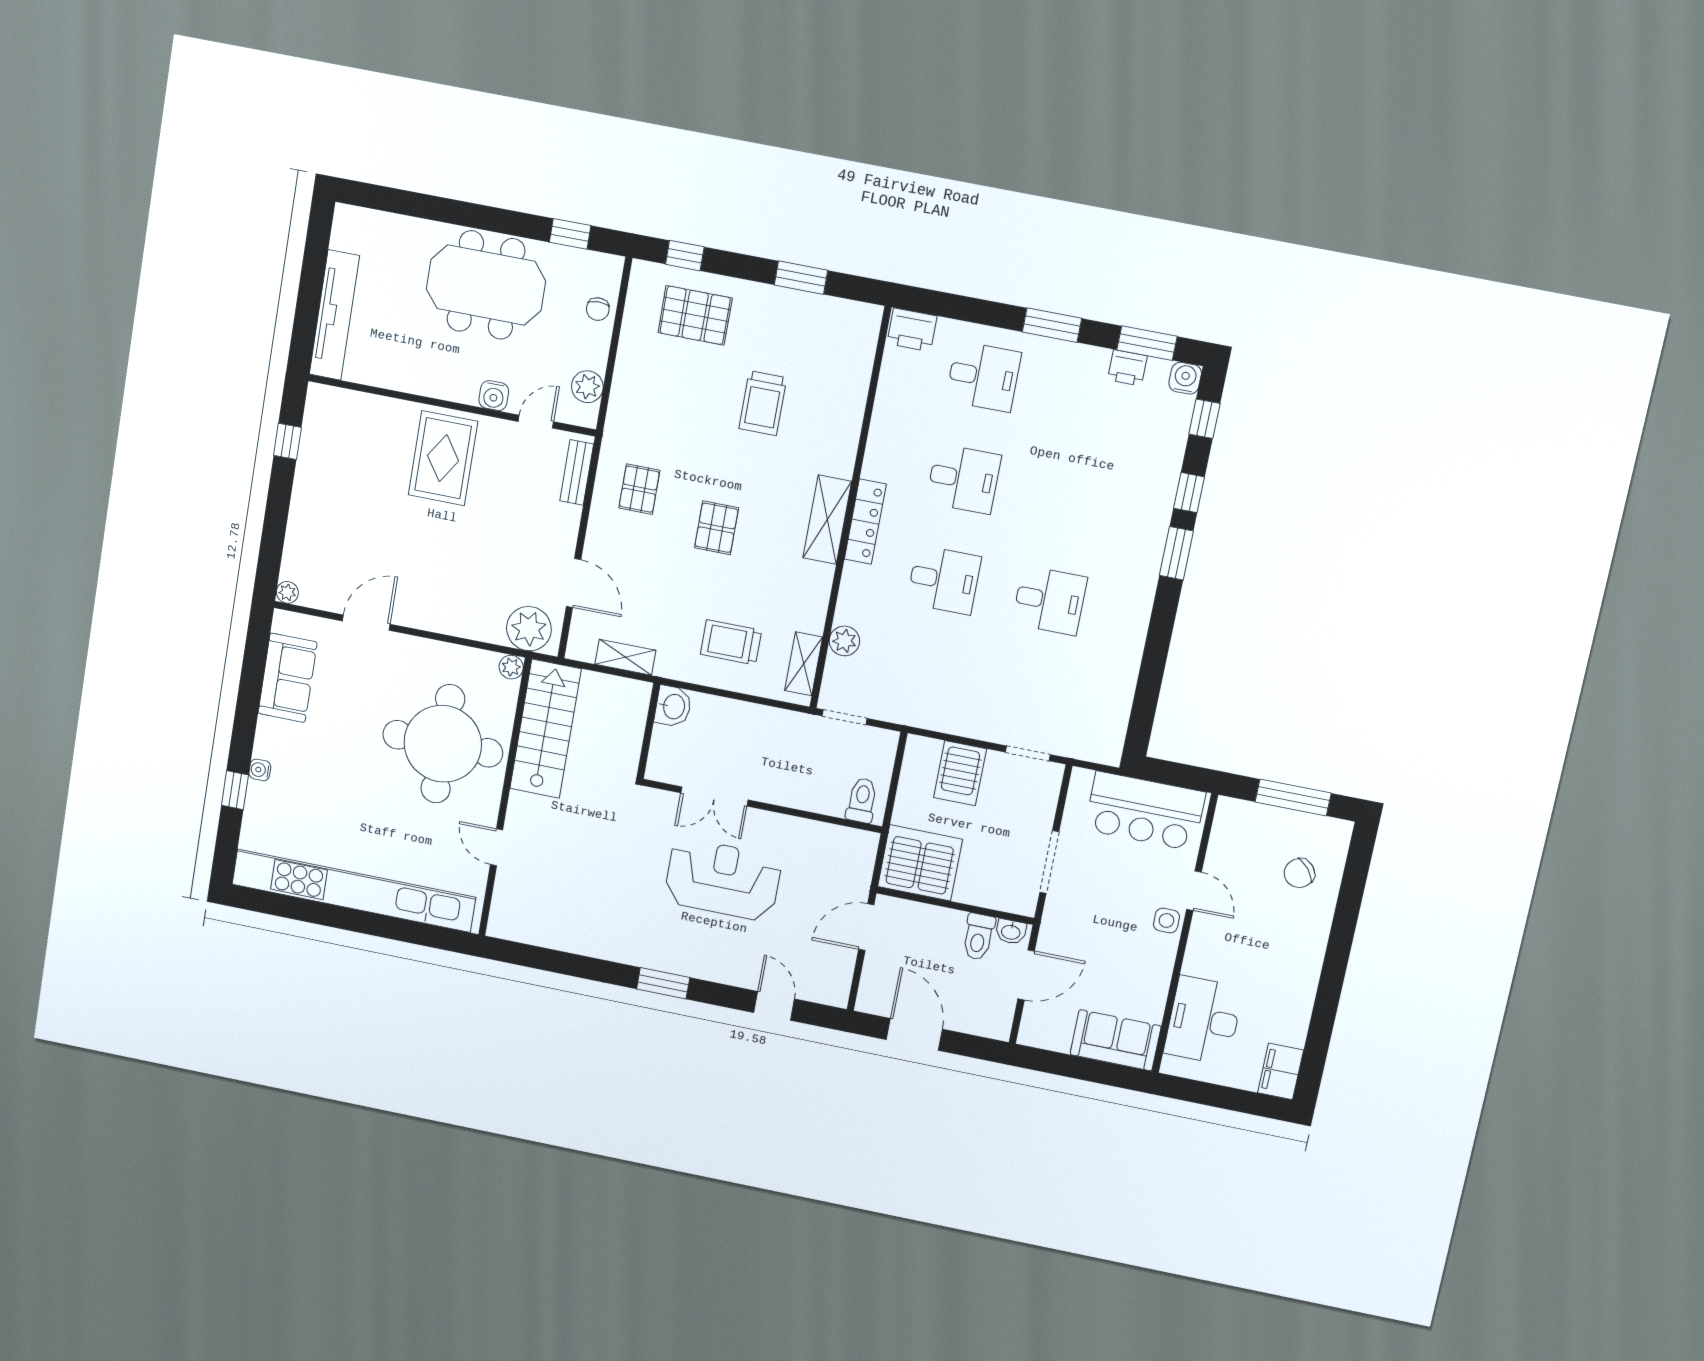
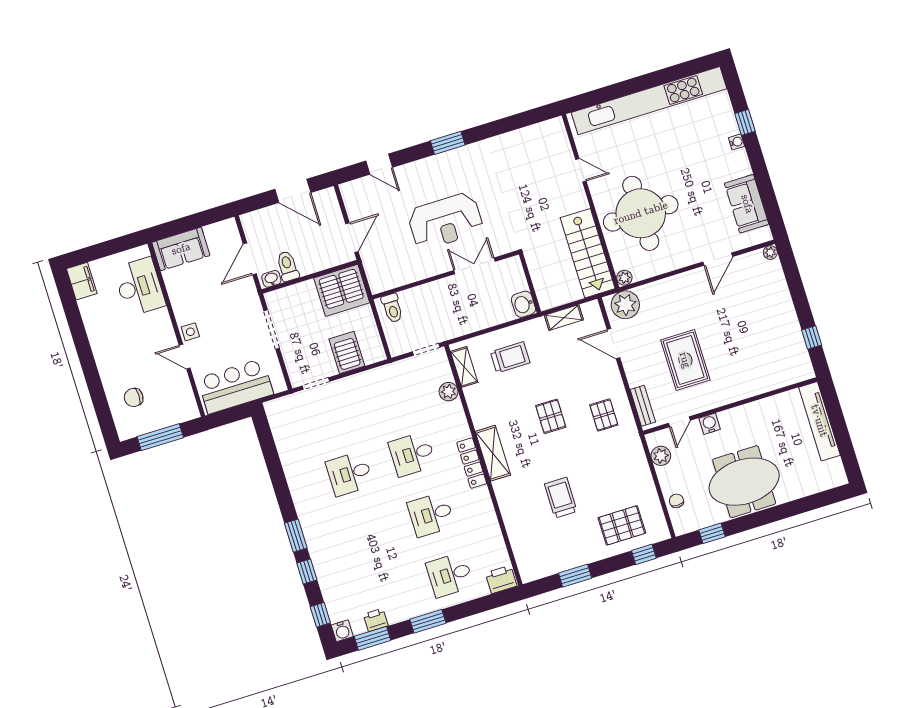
rug: (443, 458) -> (685, 360), moved
chair: (1299, 873) -> (134, 397), turned -140

